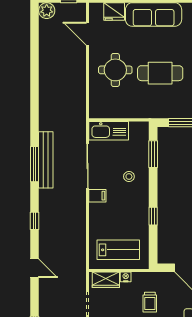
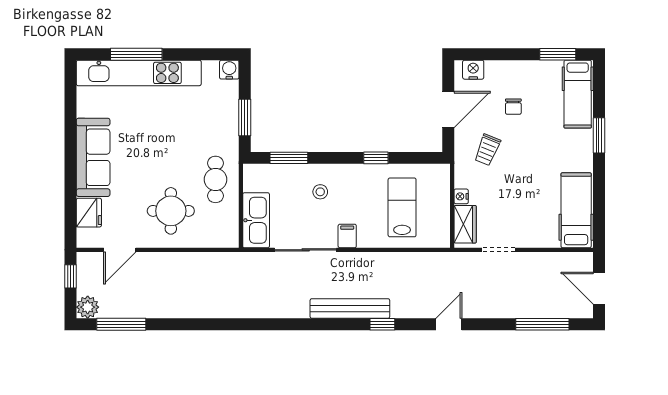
cafe table: (160, 73) -> (216, 179), moved, width x0.73, depth x0.74
bench: (46, 160) -> (350, 308), moved
window: (34, 164) -> (121, 324), moved
lab bench: (118, 250) -> (402, 207), moved
trolley: (150, 302) -> (487, 150), moved, turned 112

